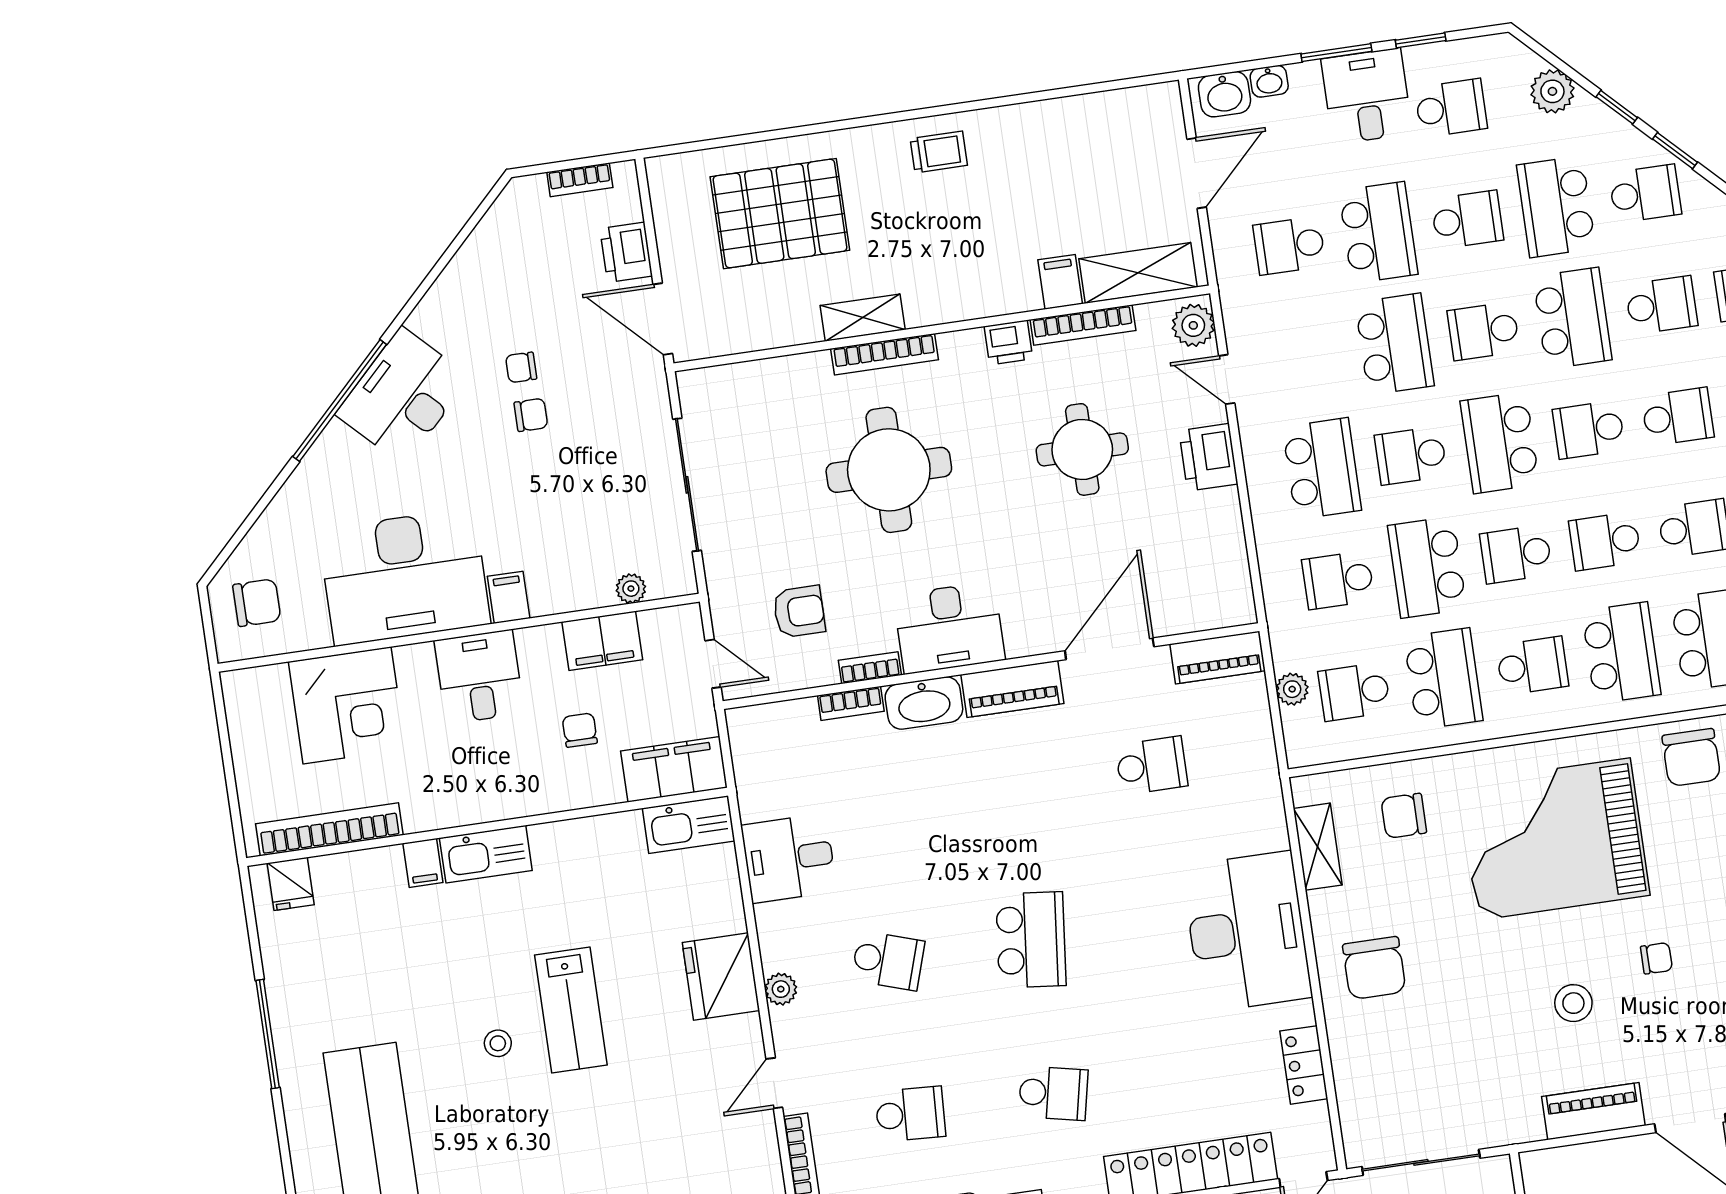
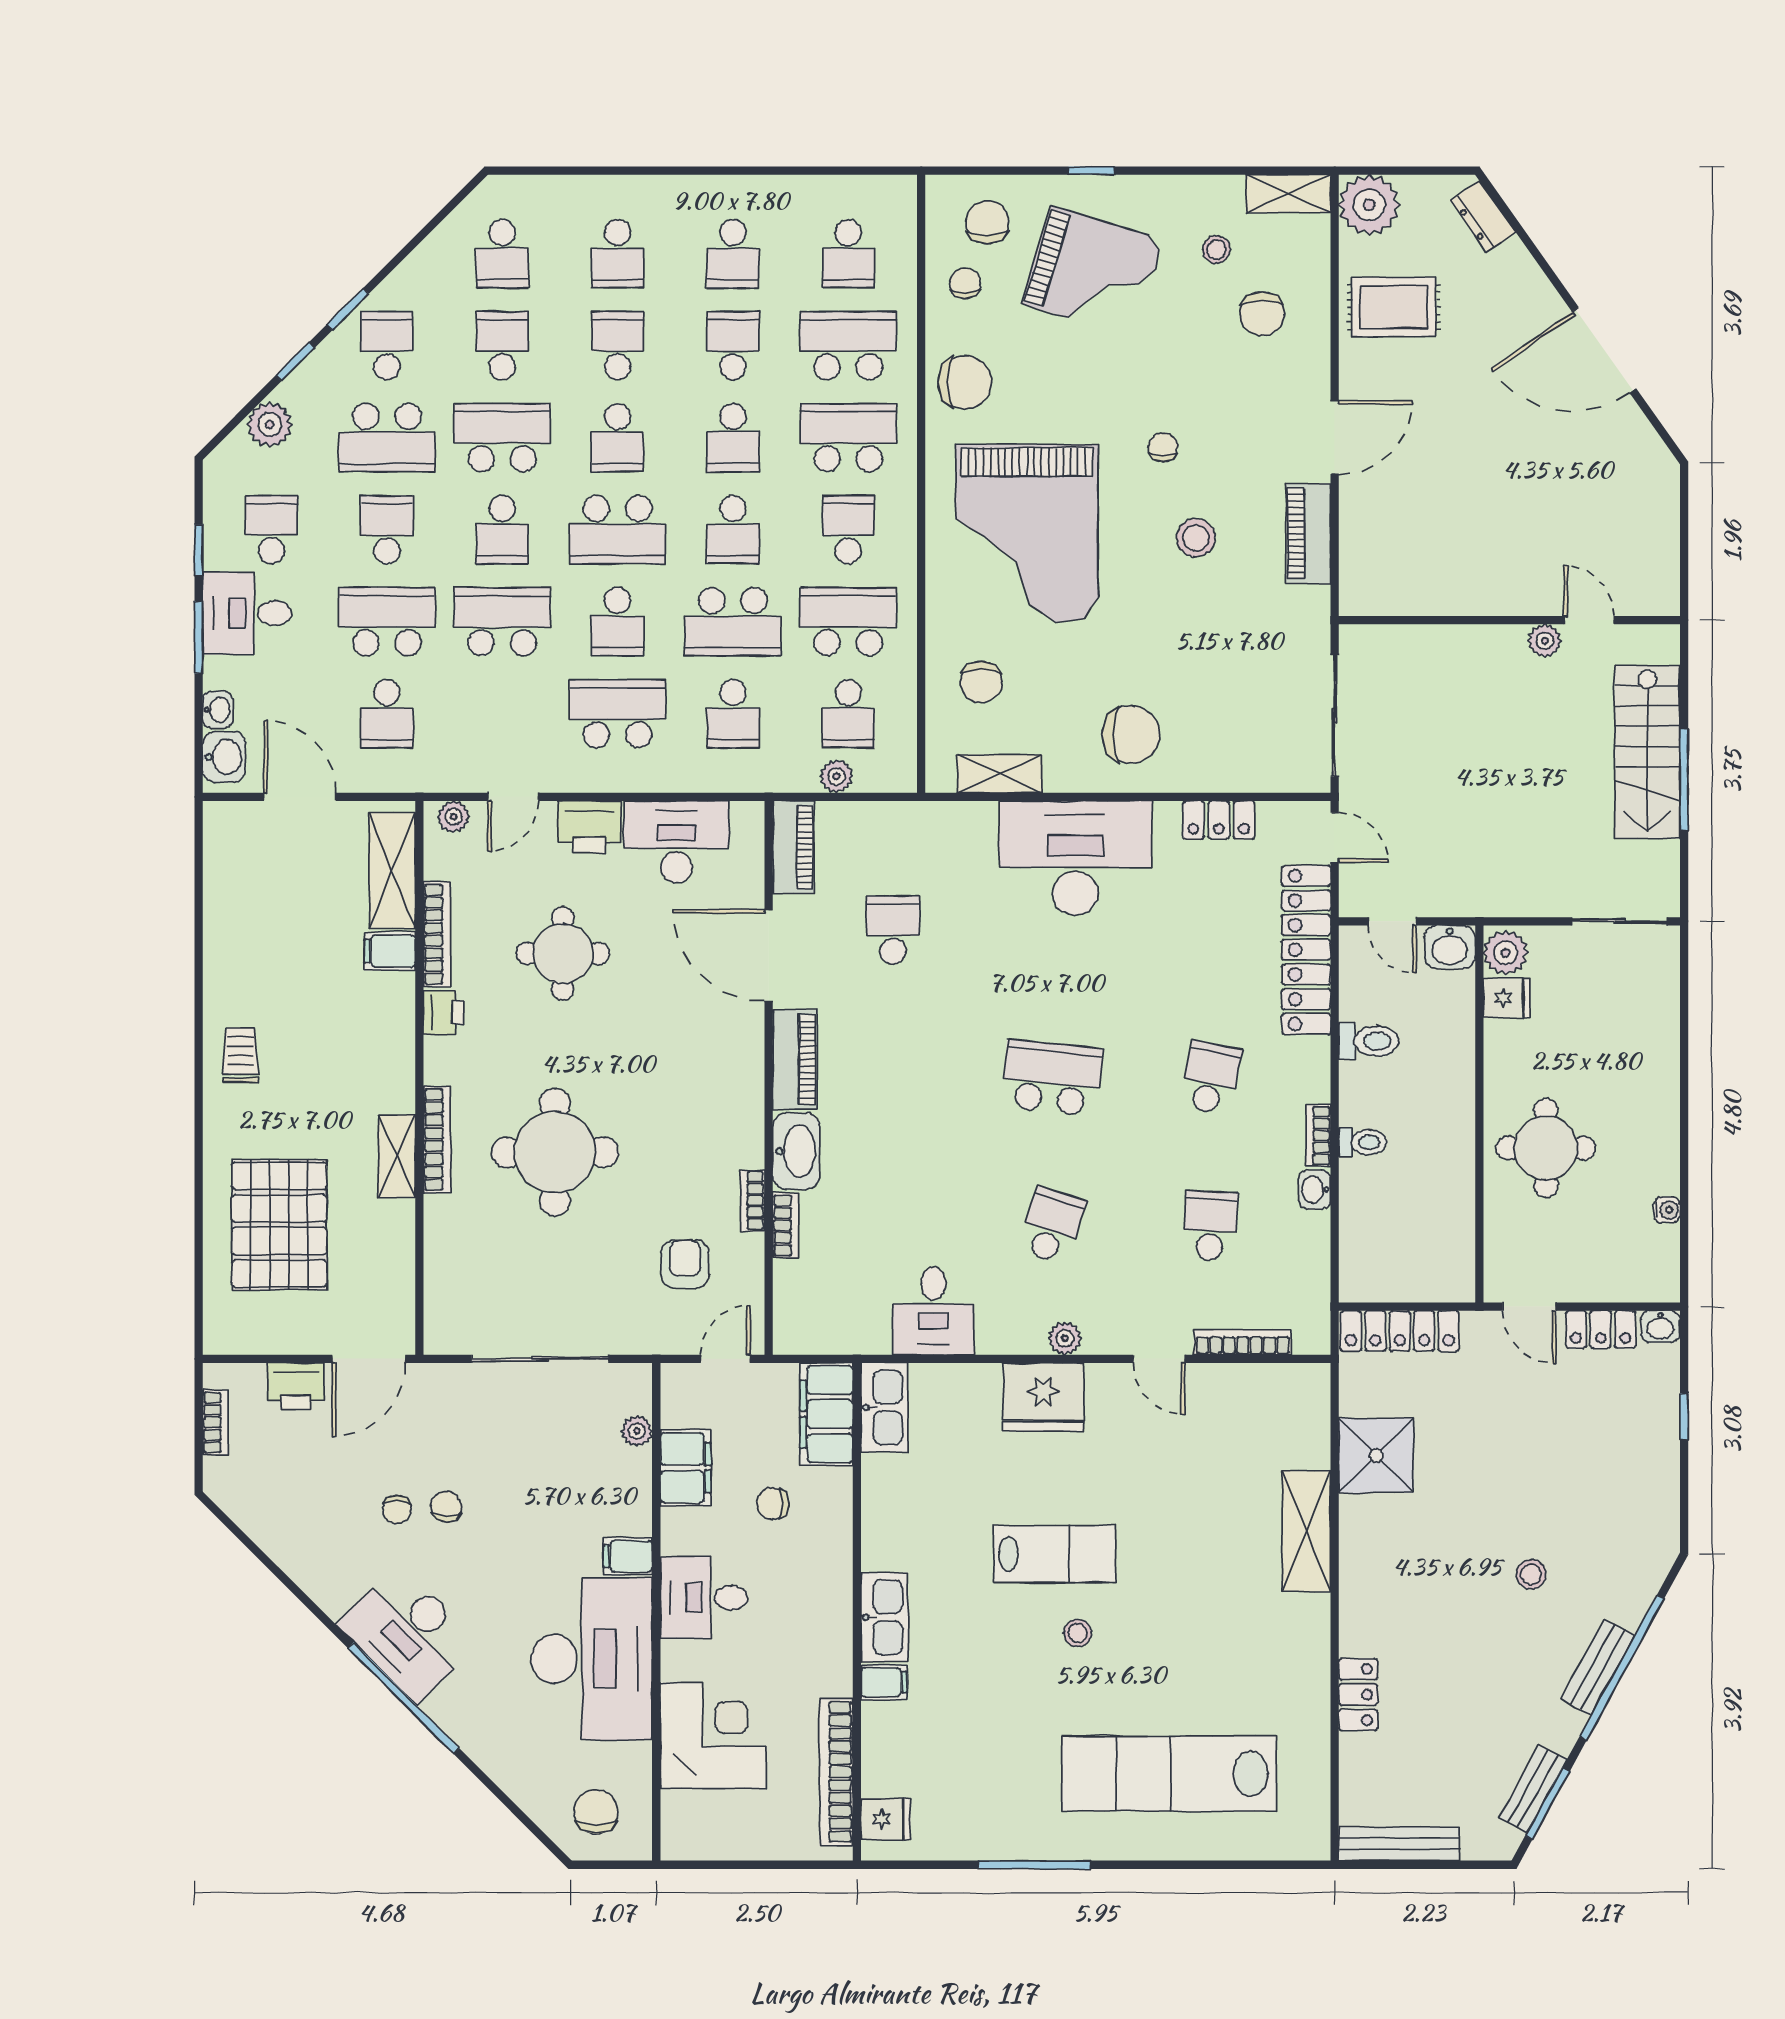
plant: (1193, 325) -> (454, 817), width x0.73, depth x0.73
desk: (949, 628) -> (676, 842), moved, turned -90

